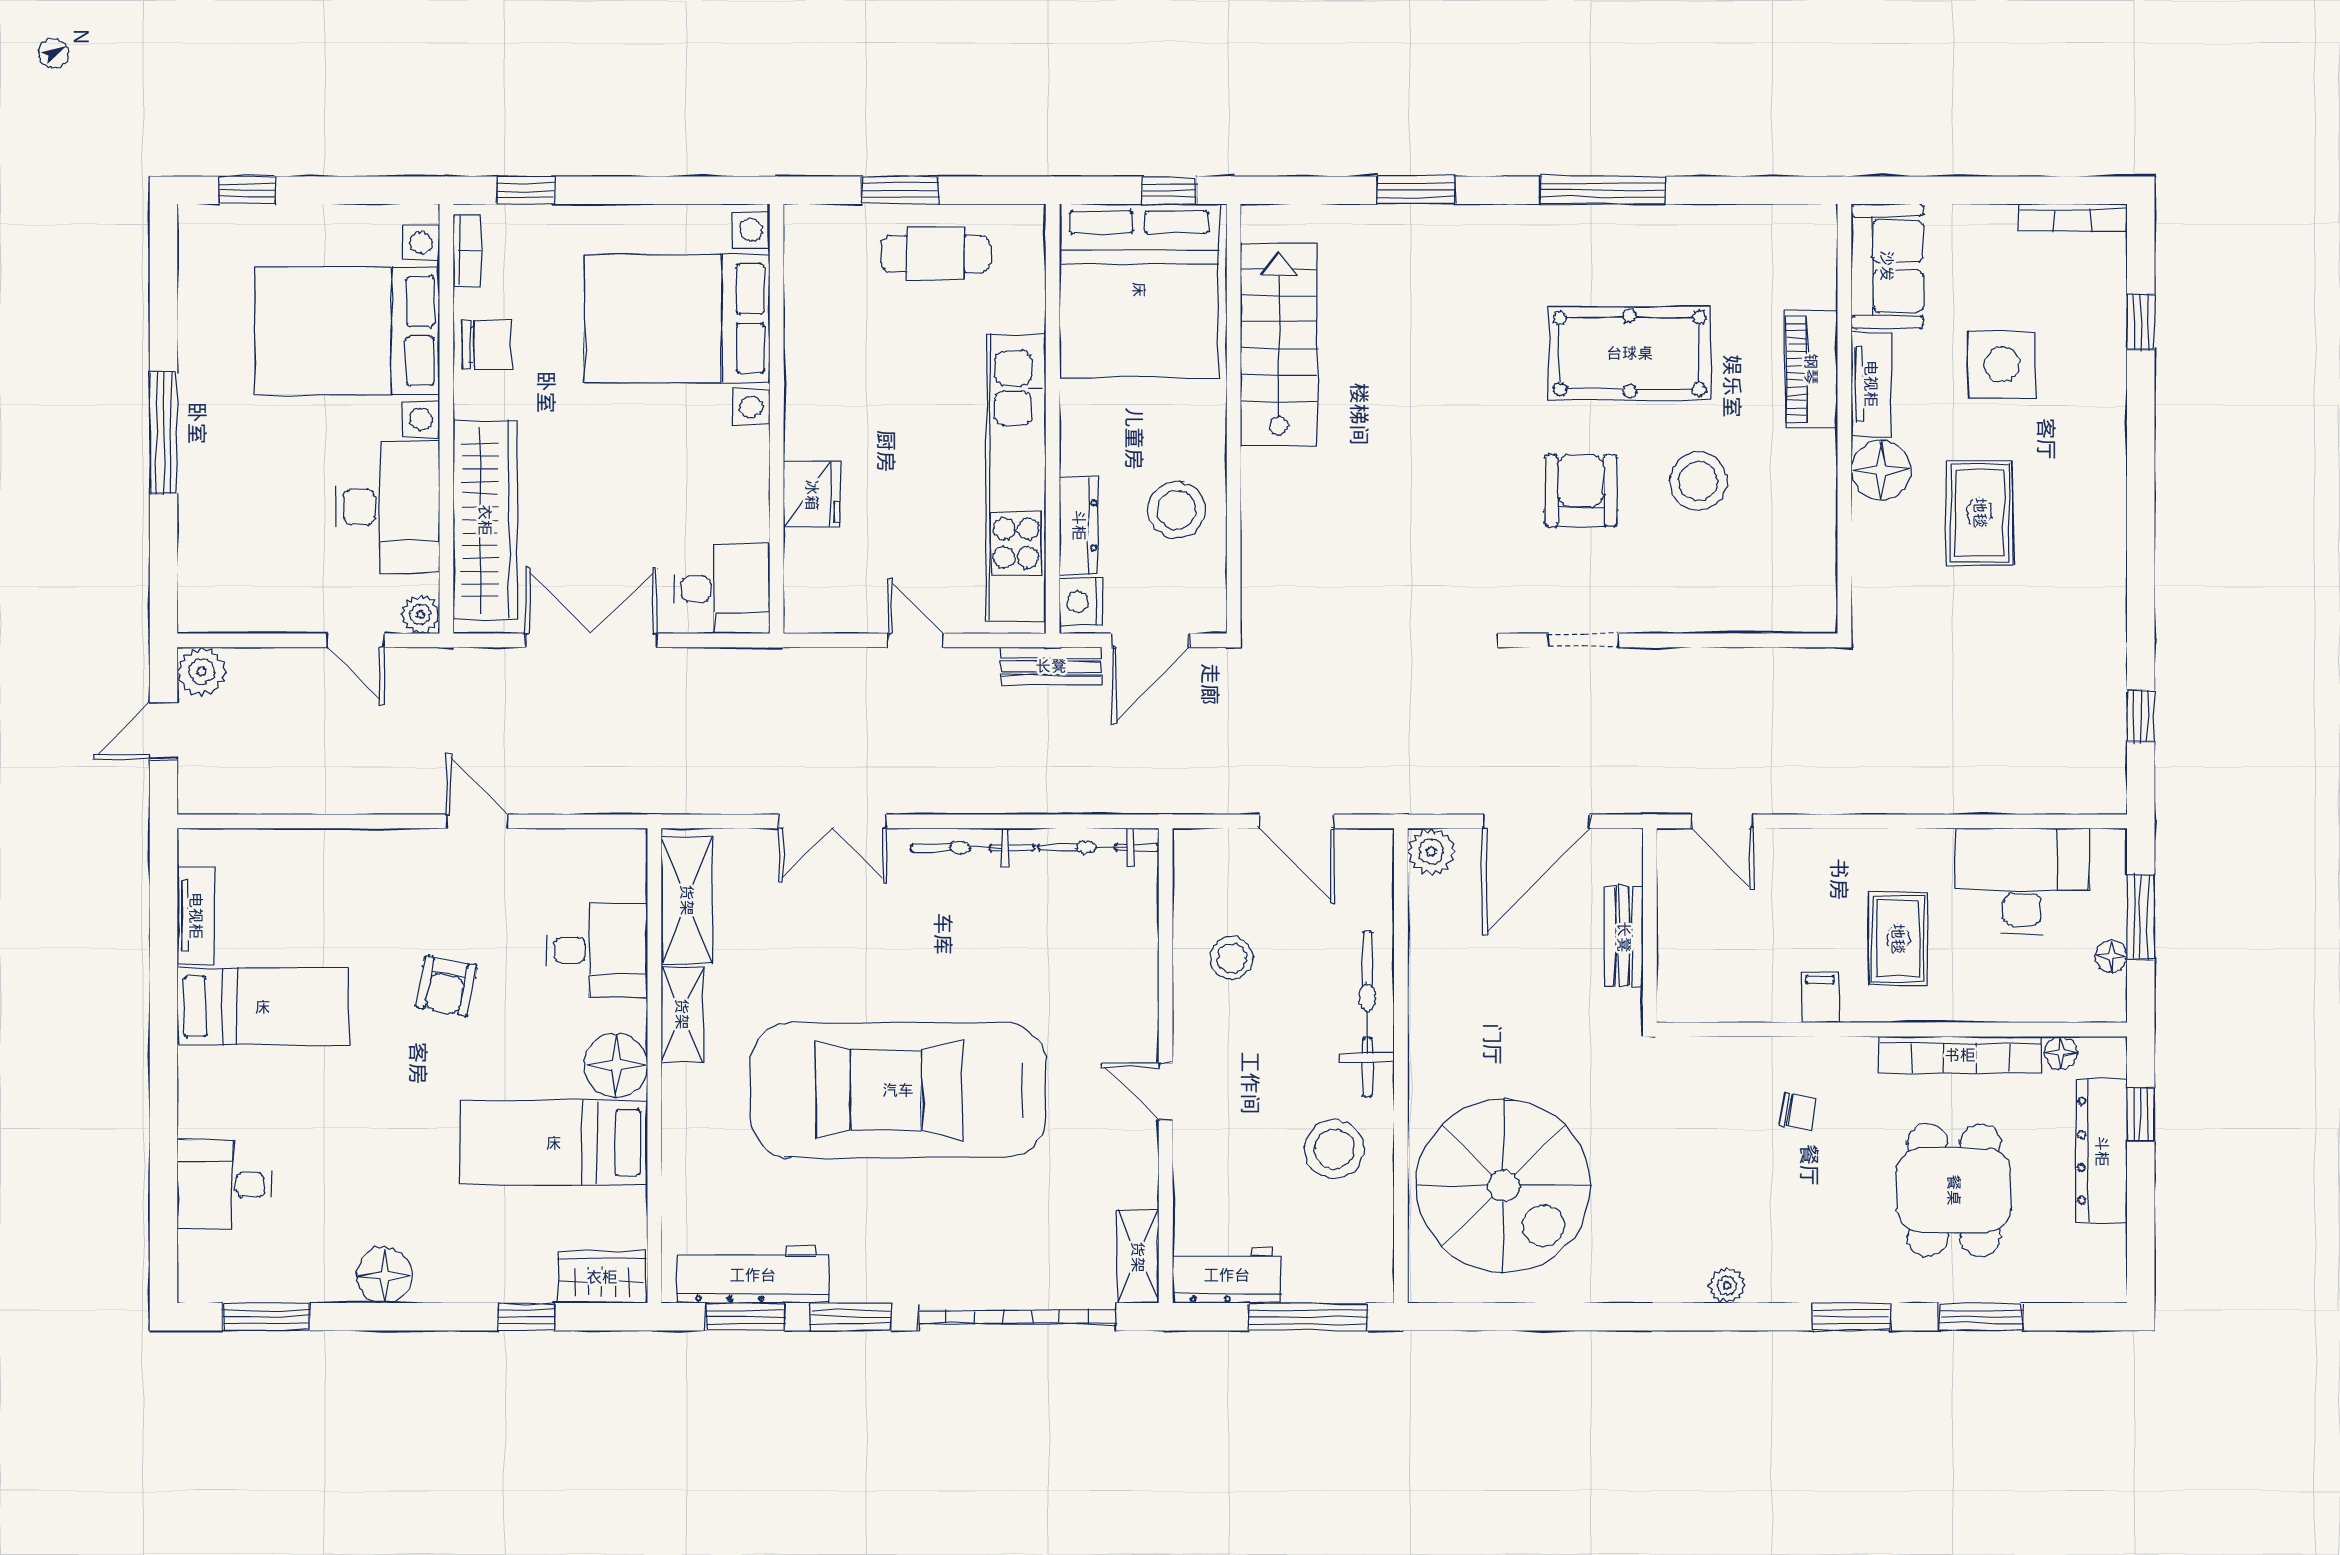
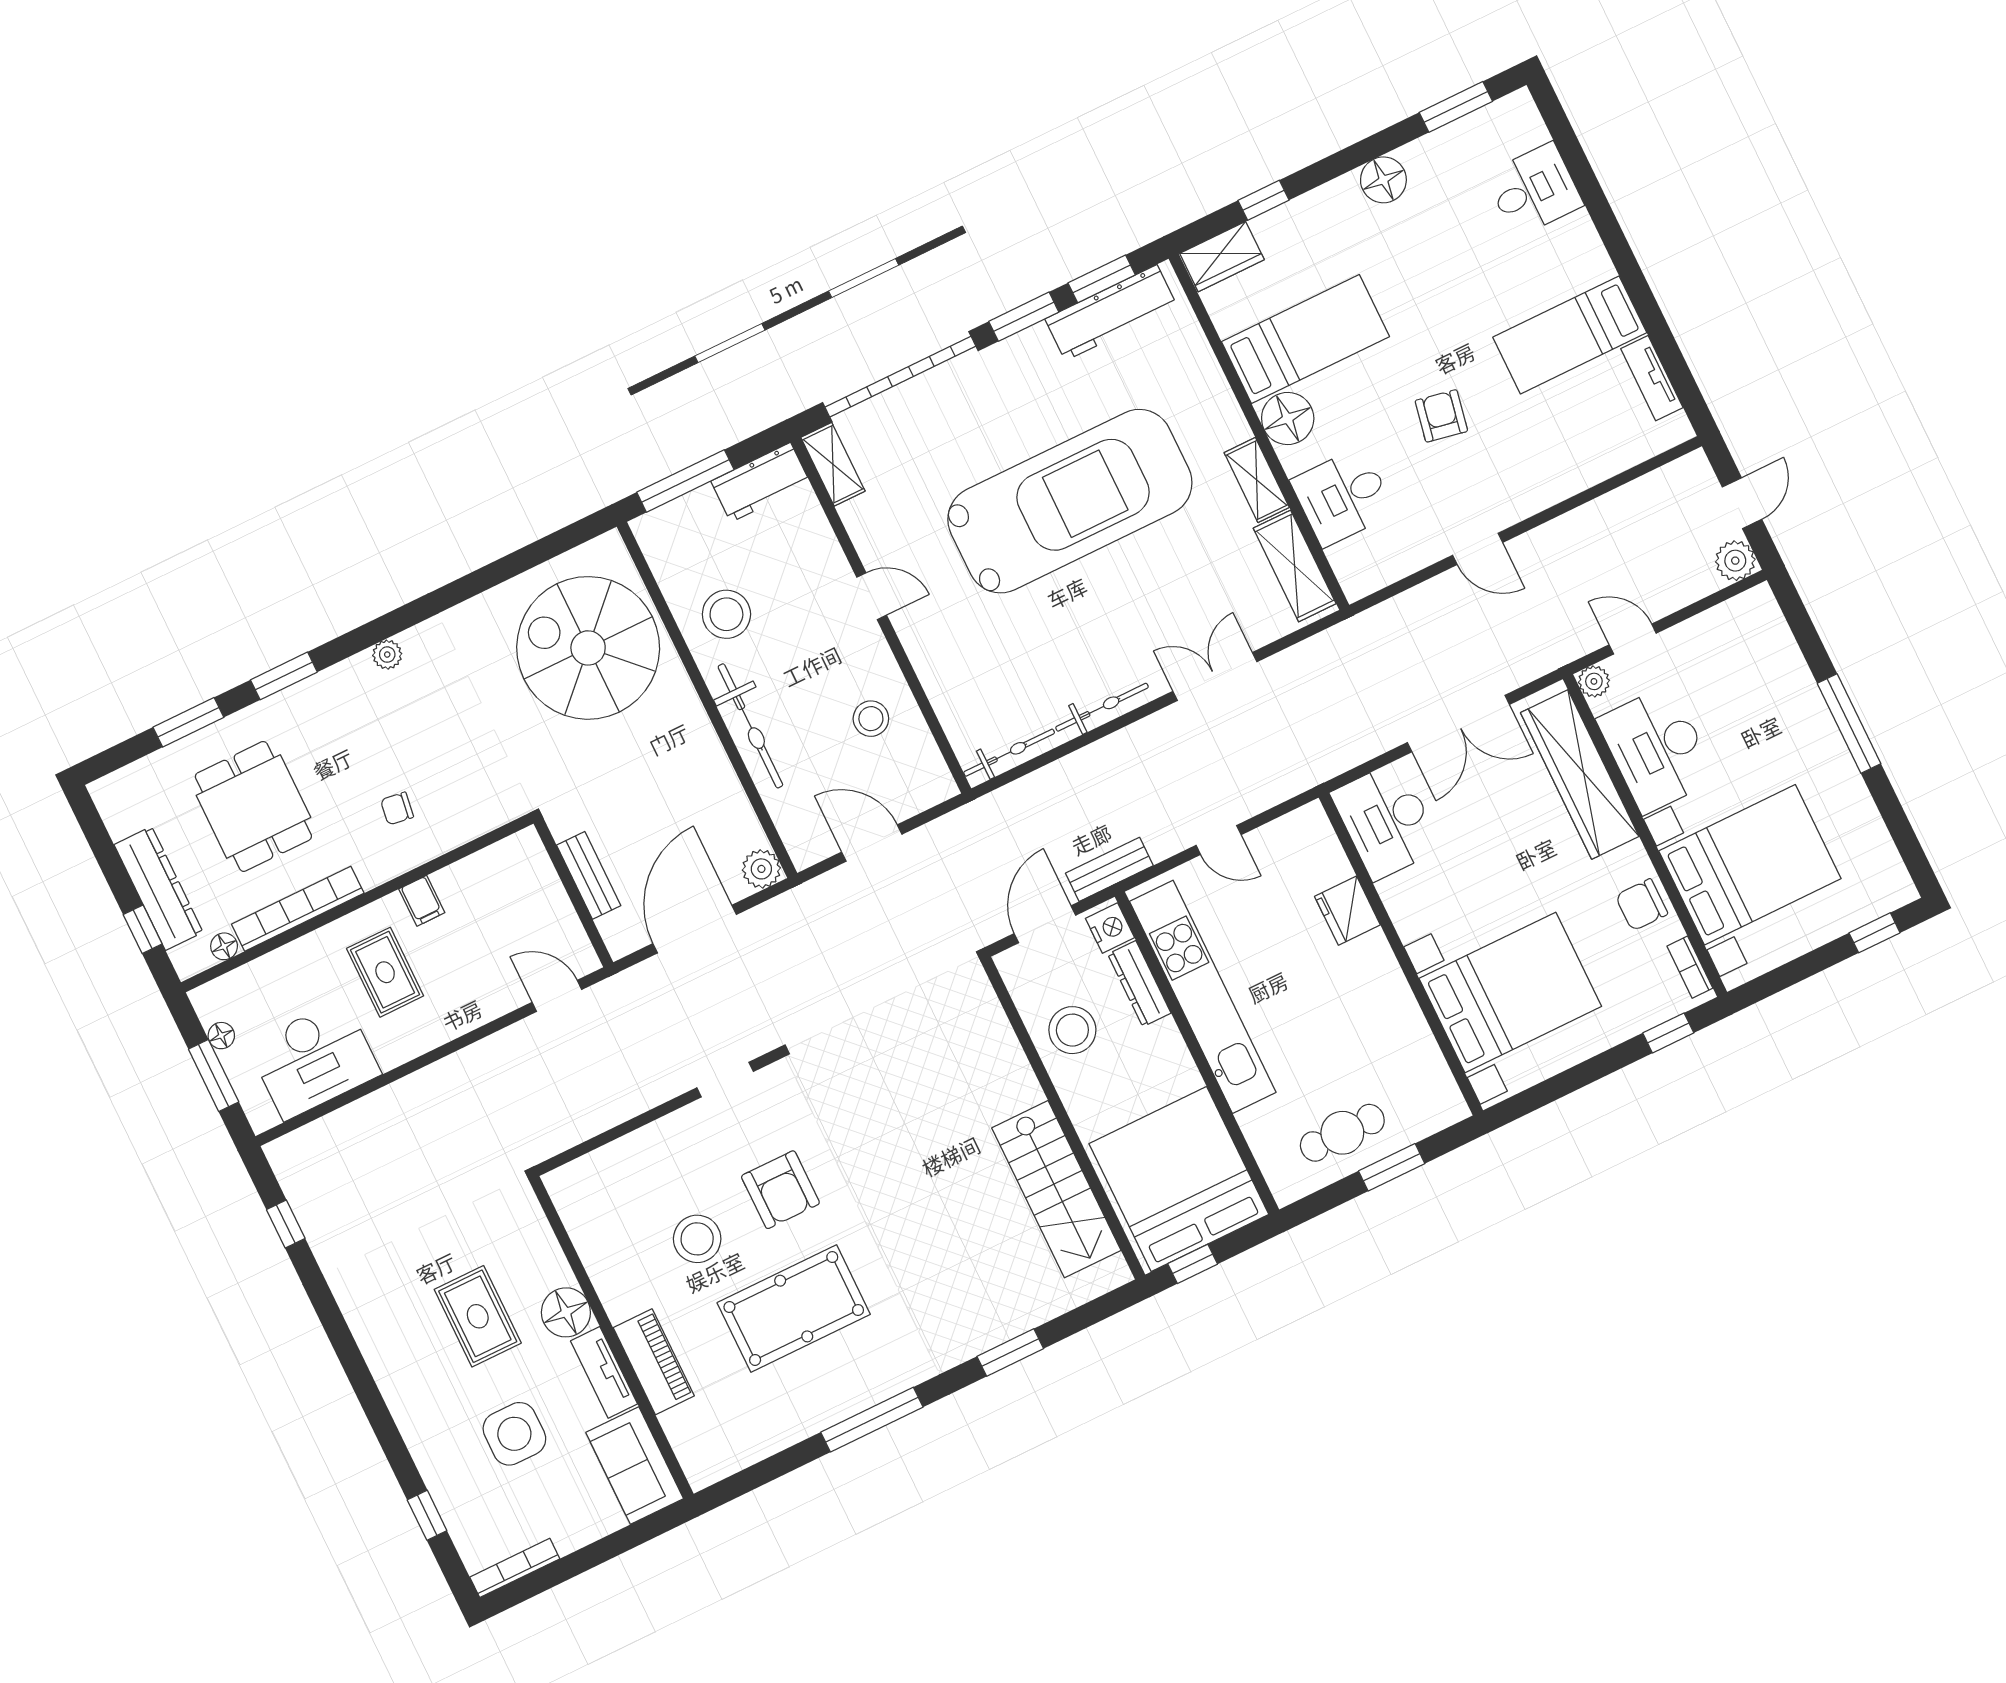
desk: (722, 589) -> (1386, 821), width x1.37

